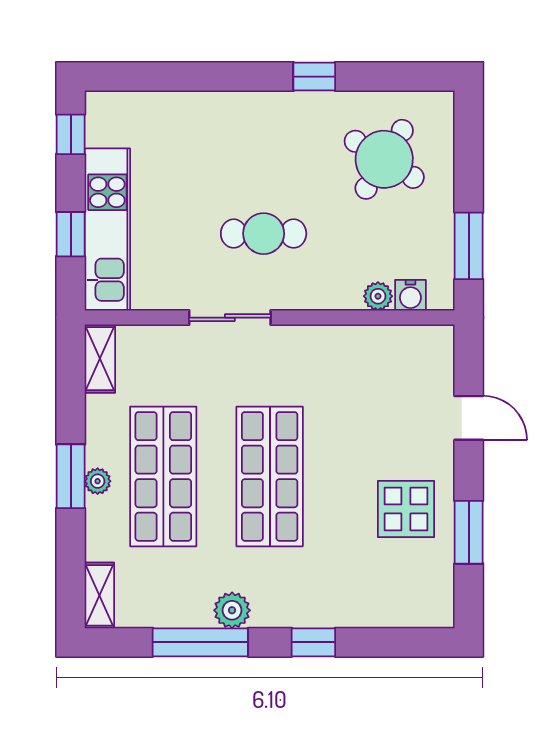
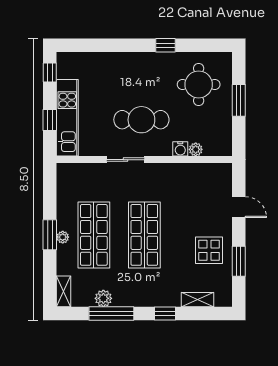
round table: (384, 159) -> (199, 84), turned -32
cafe table: (264, 234) -> (141, 120), width x1.37, depth x1.35
window: (469, 246) -> (239, 100), moved
water cooler: (410, 295) -> (180, 149), moved
shelving: (100, 359) -> (197, 300), moved, turned 90
plant: (232, 610) -> (103, 298), moved

